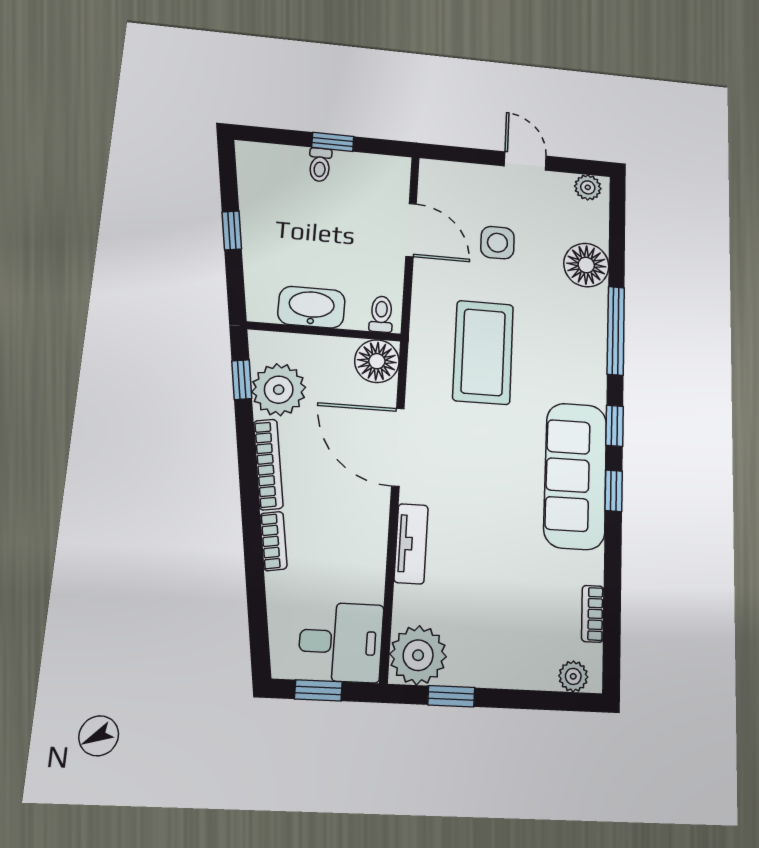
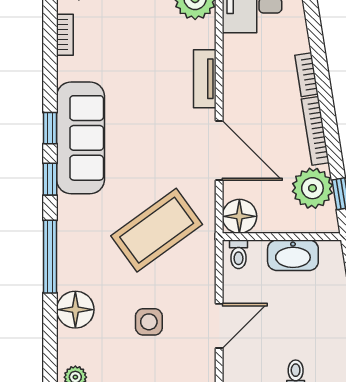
door: (411, 230) -> (219, 326), swing flipped
coffee table: (483, 352) -> (157, 230), turned 54

